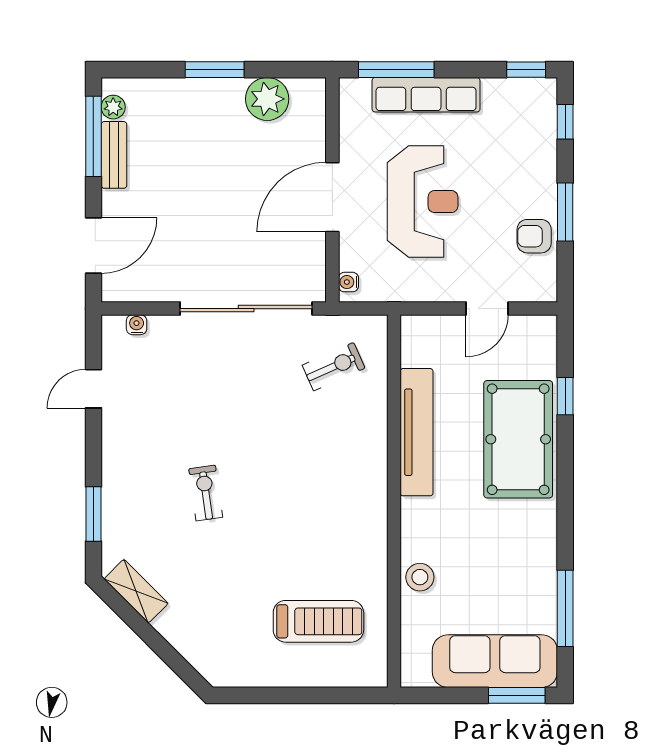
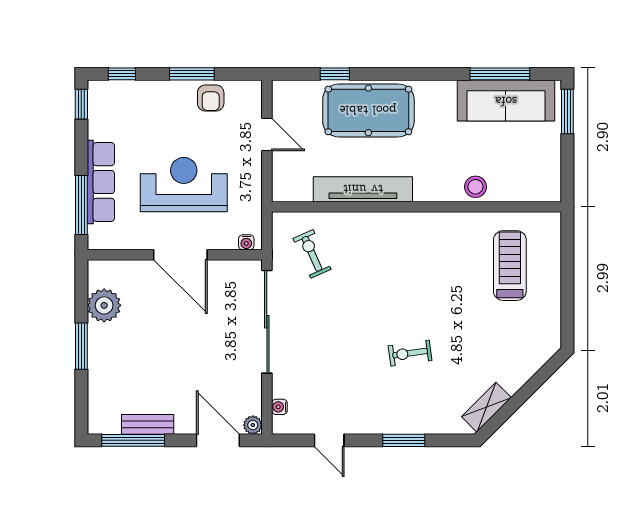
plant: (113, 107) -> (253, 425), moved
window: (93, 514) -> (404, 440), moved
sofa: (495, 661) -> (506, 101), moved, turned -90

